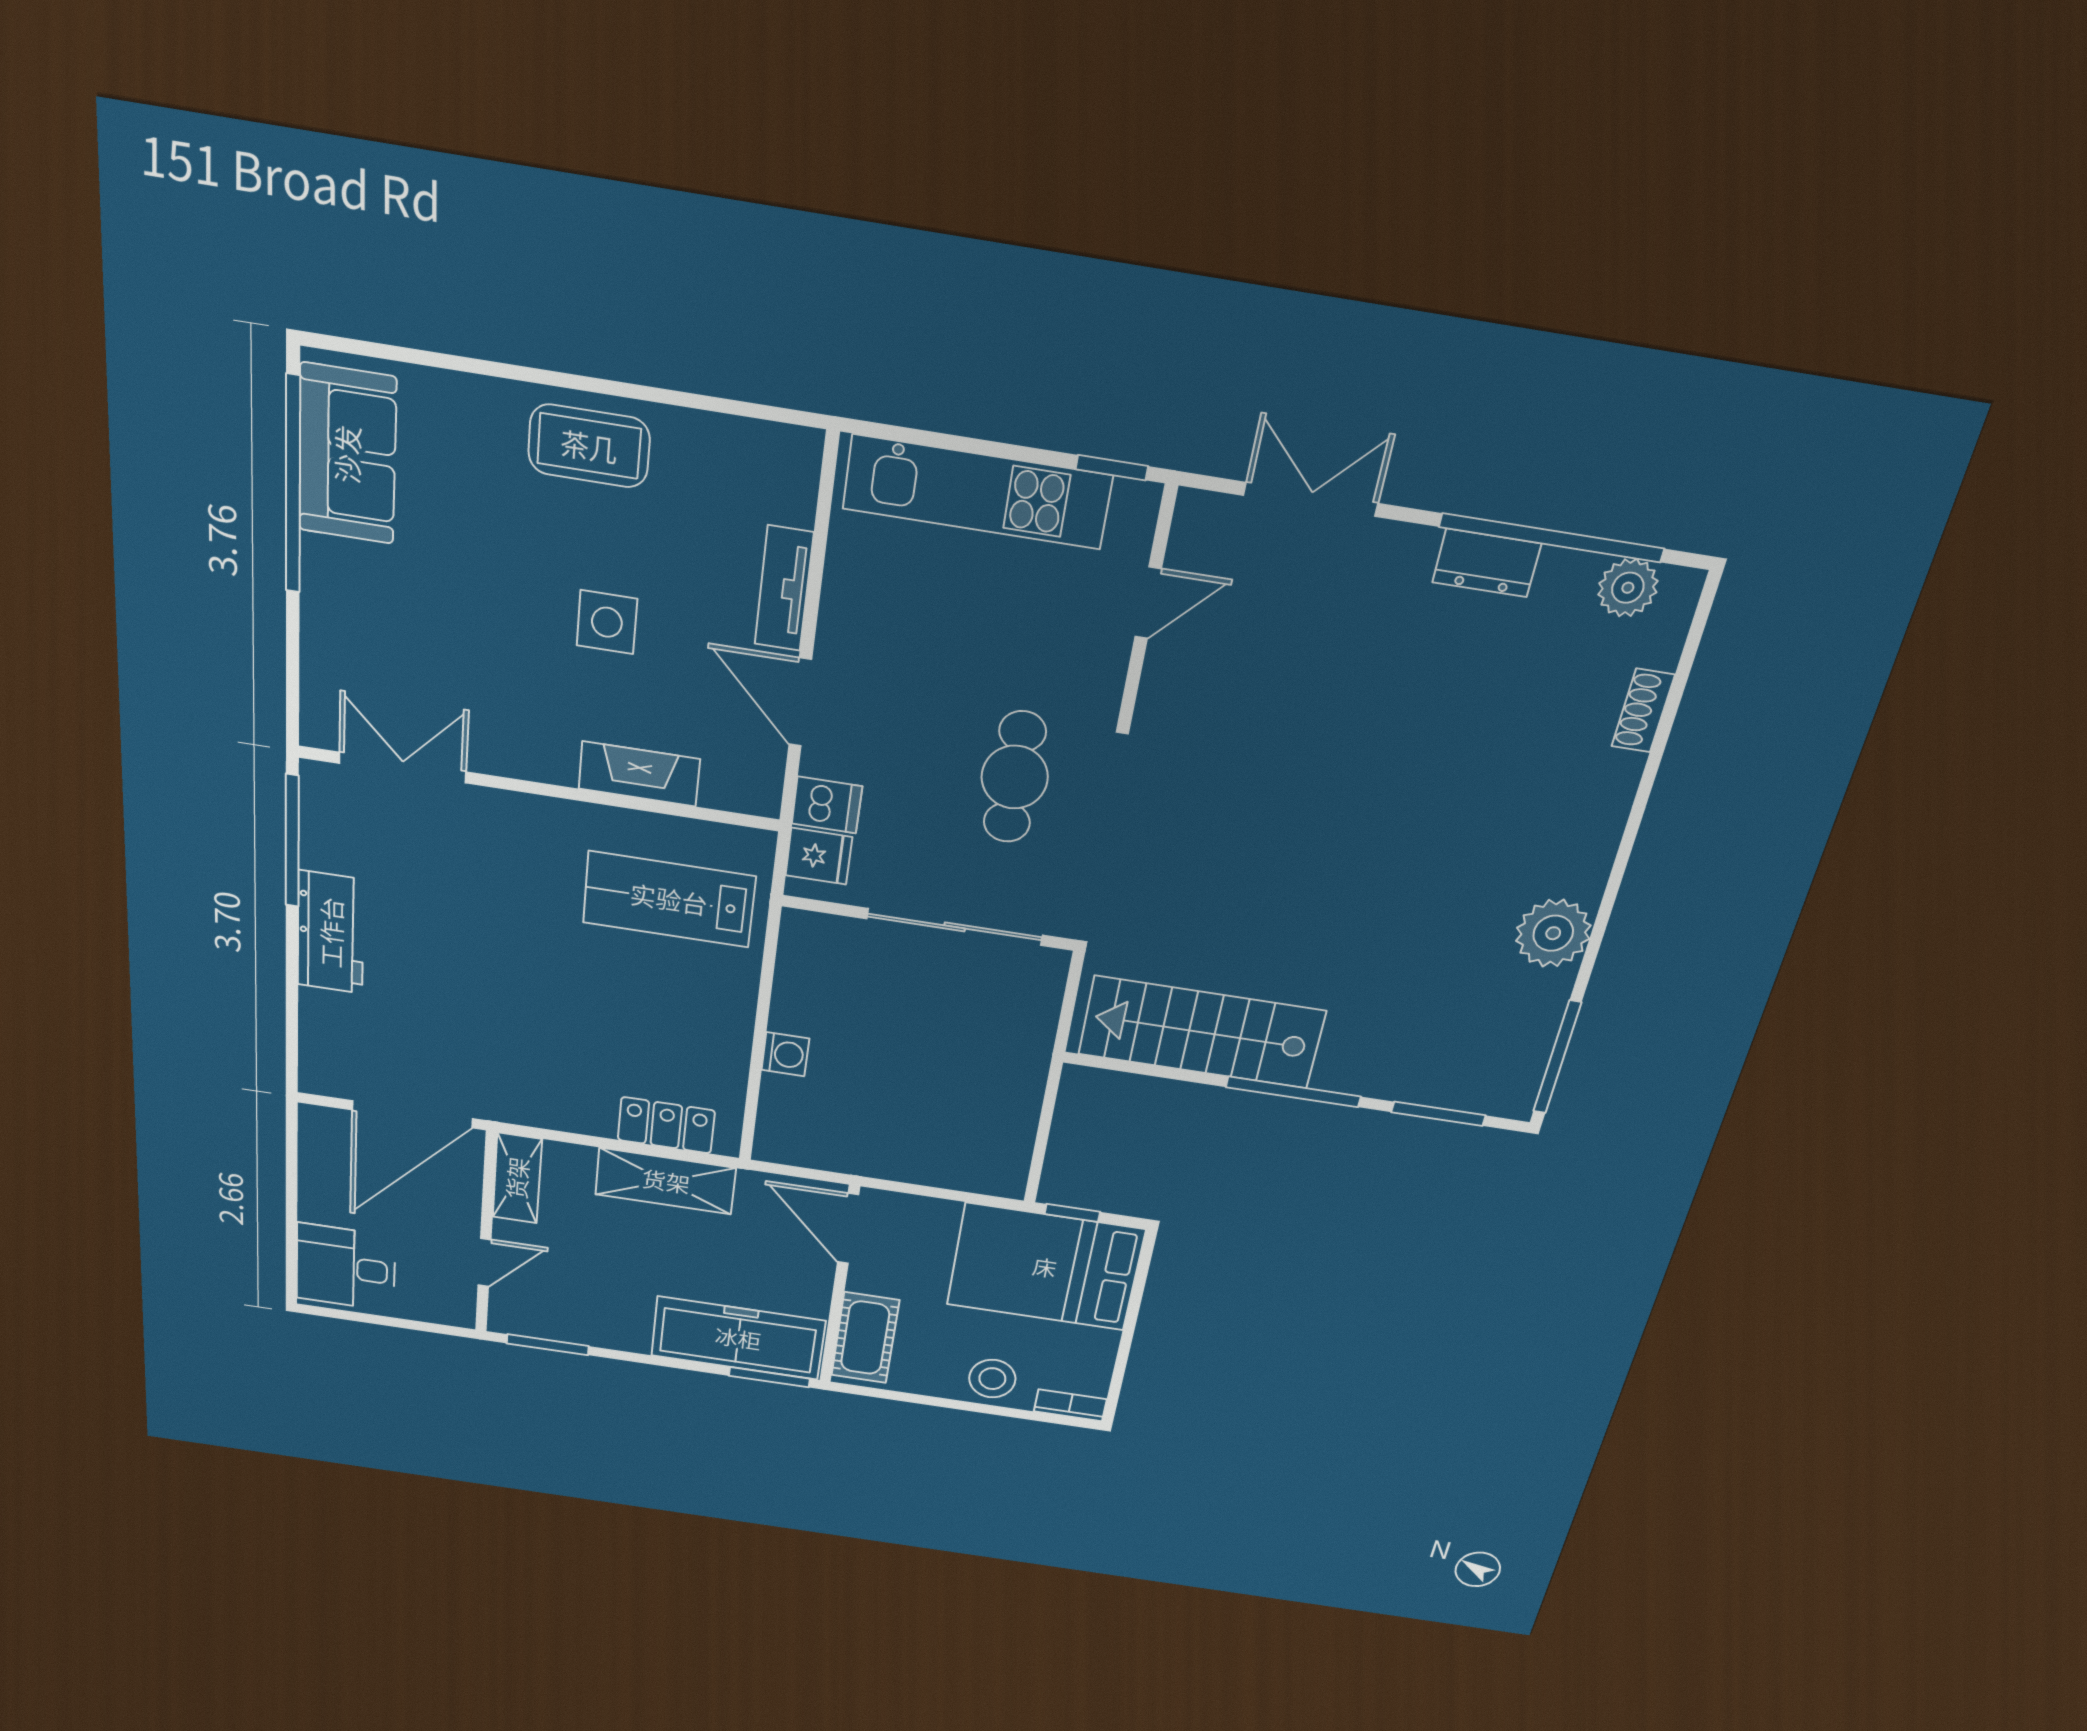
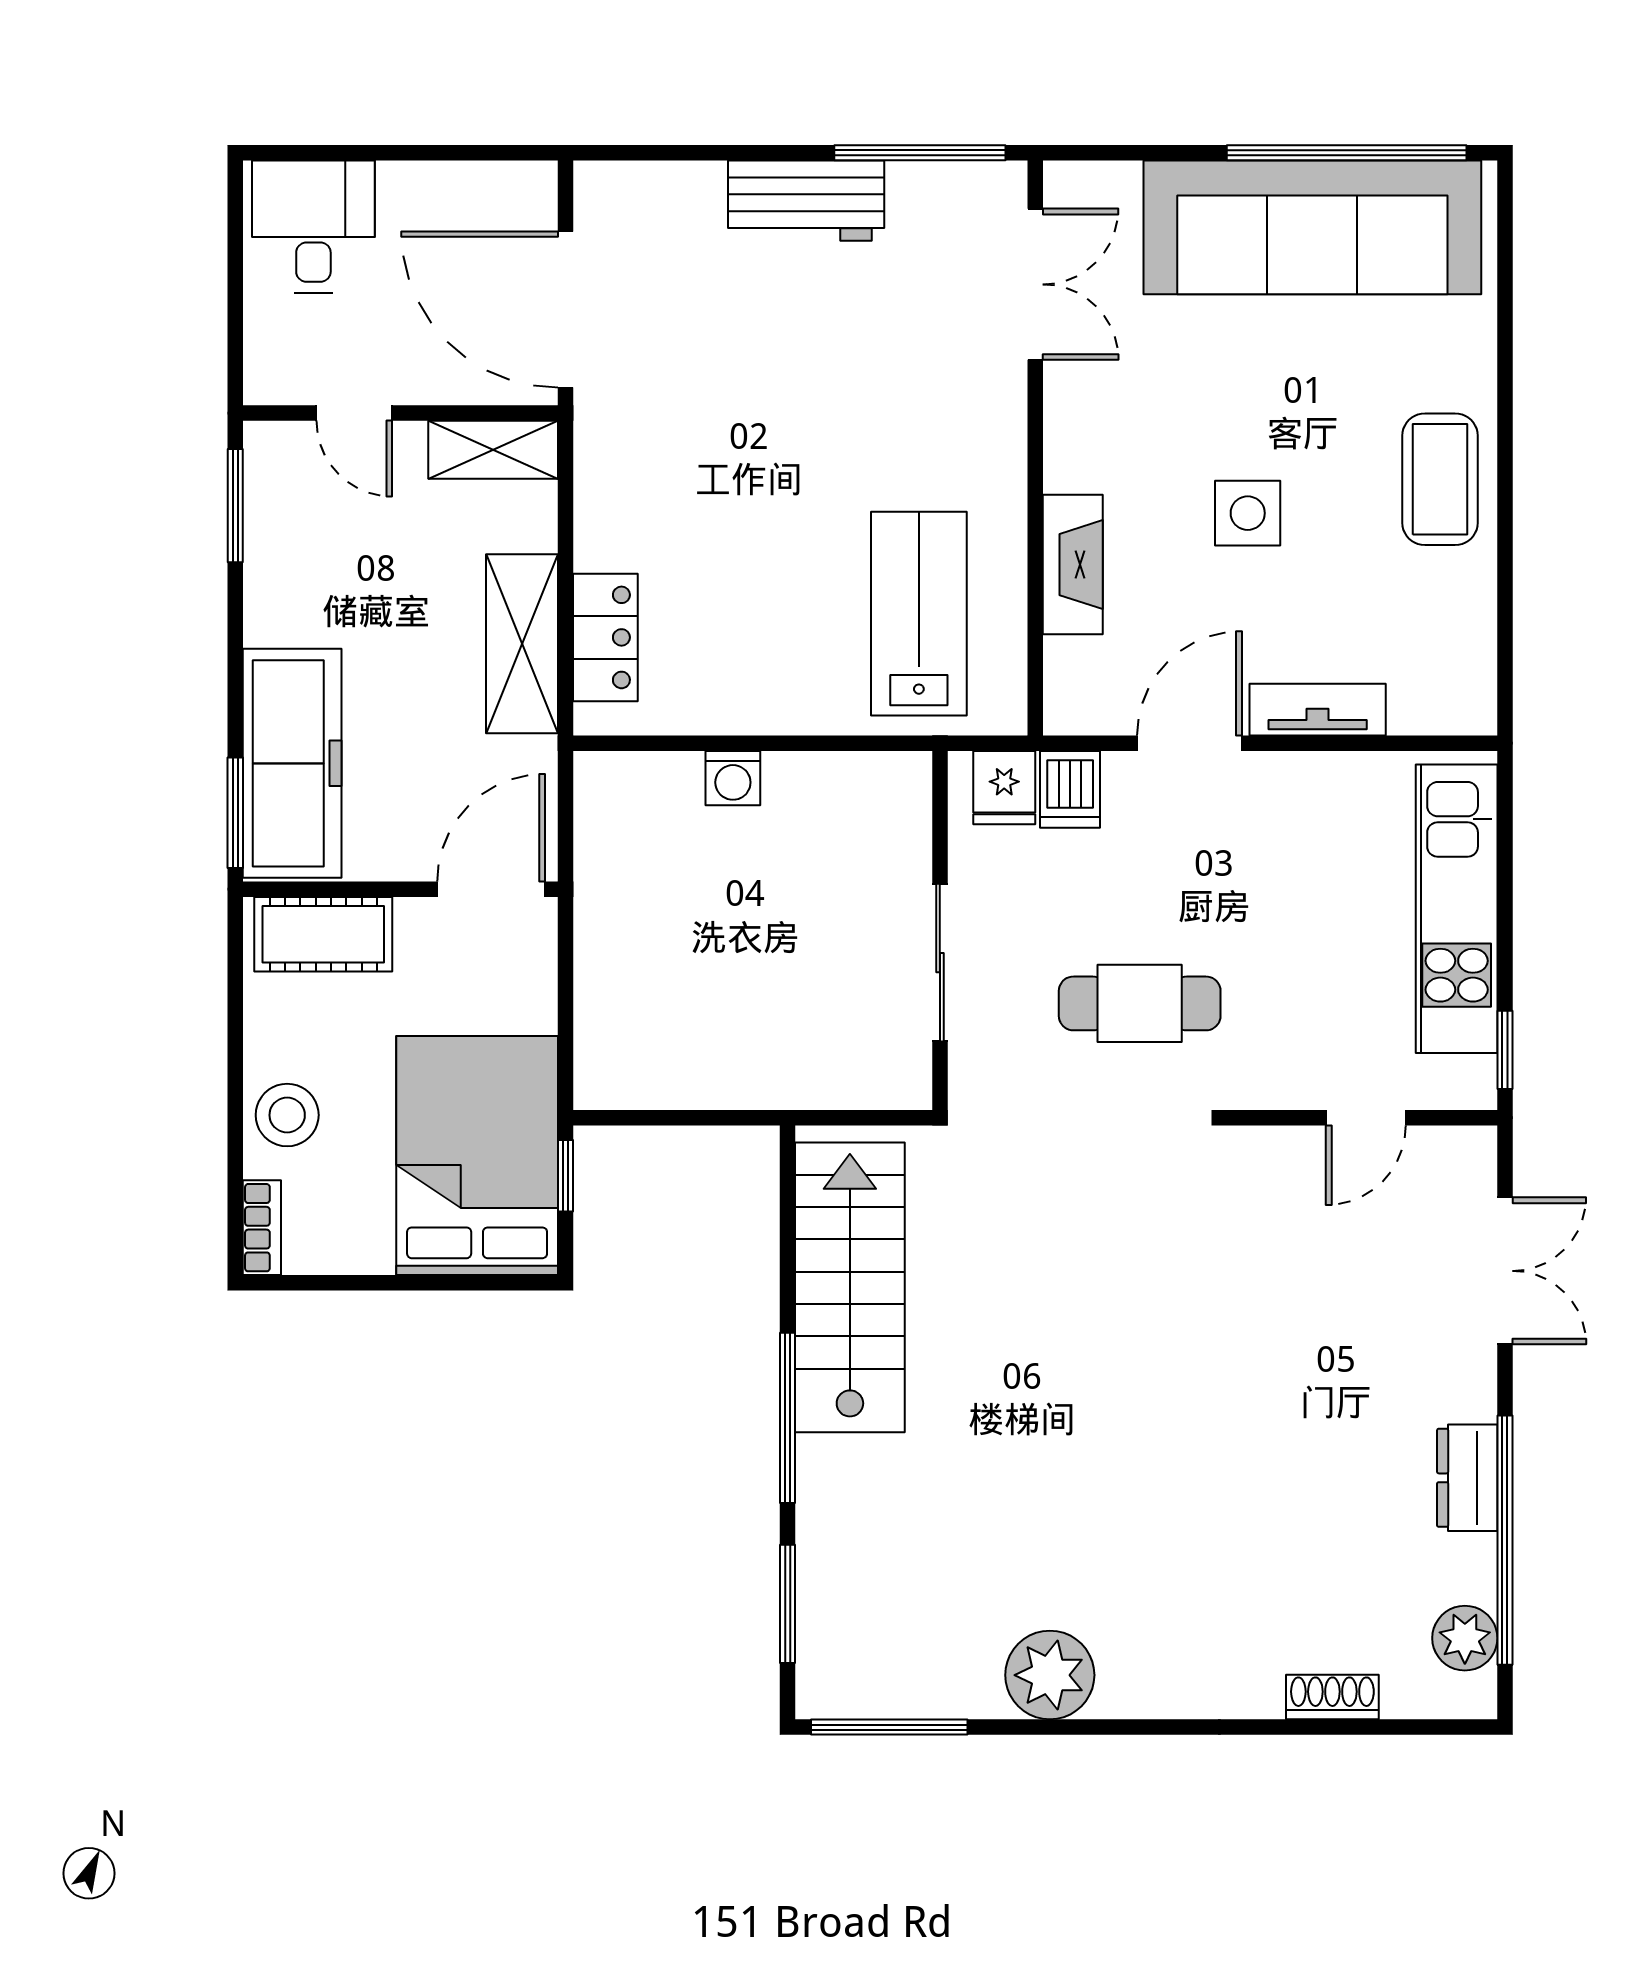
sofa: (347, 454) -> (1312, 227), width x1.85, depth x1.27
door: (1148, 603) -> (1366, 1118), hinge flipped
sliding door: (955, 927) -> (940, 963), width x0.73

